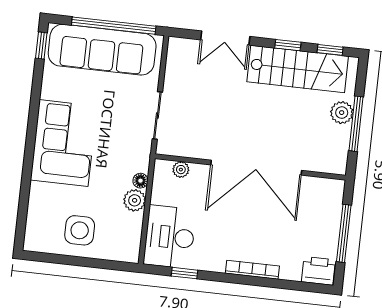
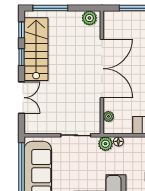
plant: (342, 113) -> (89, 18), moved
window: (356, 124) -> (50, 8), moved
plant: (135, 200) -> (105, 144), moved

